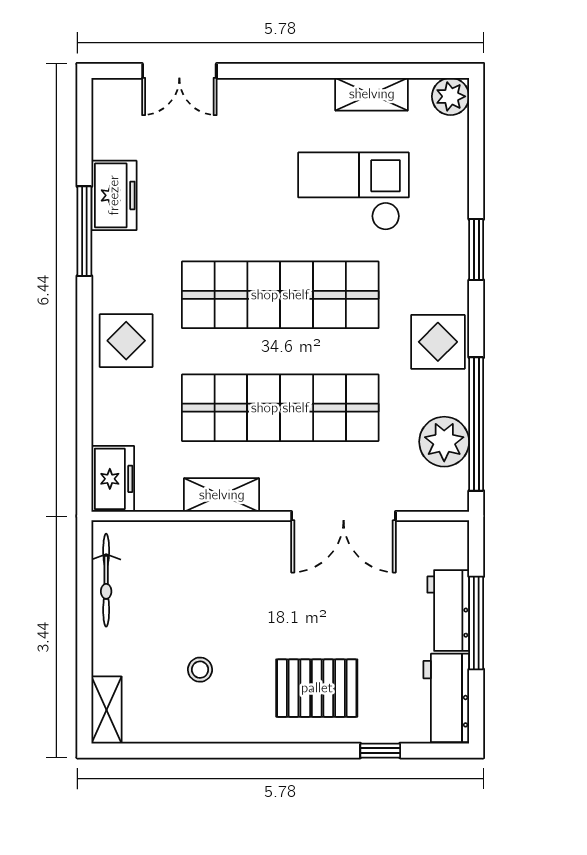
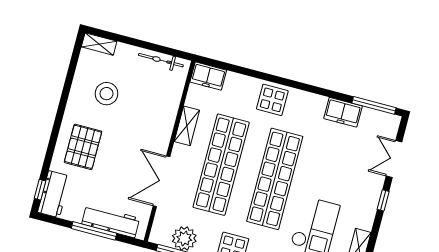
window: (266, 71) -> (383, 200), added
window: (84, 231) -> (374, 105), moved
workbench: (448, 610) -> (111, 221), width x1.37
stool: (200, 670) -> (107, 94), width x1.89, depth x1.89
workbench: (446, 698) -> (54, 194), moved, turned 90
window: (380, 751) -> (40, 190), moved

